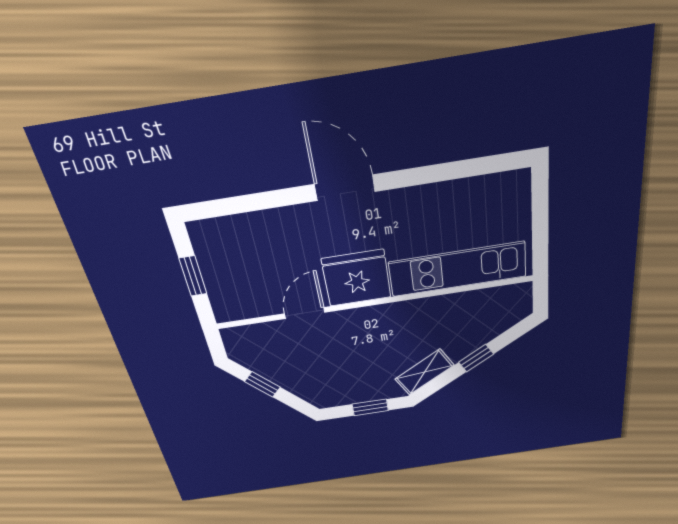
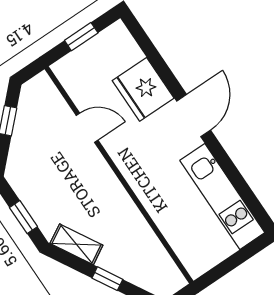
kitchen unit: (458, 269) -> (222, 196), moved, turned 180
fridge: (356, 278) -> (143, 89), moved, turned 180

